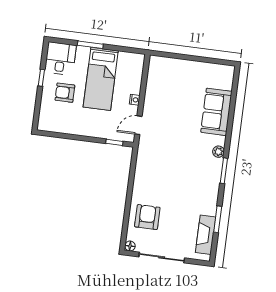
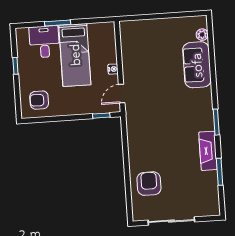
desk: (60, 59) -> (44, 42), moved
armchair: (65, 93) -> (39, 100), moved
plant: (218, 152) -> (202, 35), moved
fireplace: (206, 235) -> (208, 151), moved
floor lamp: (130, 246) -> (137, 216), removed

